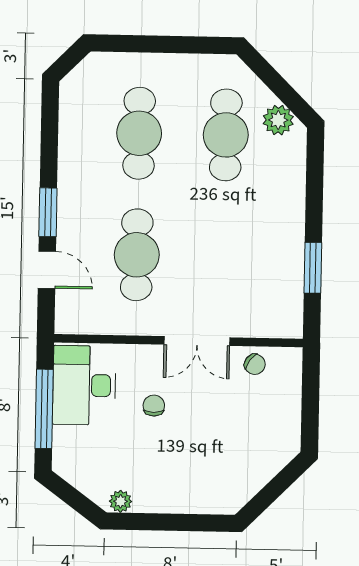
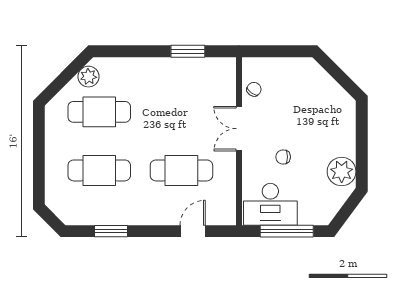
window: (48, 212) -> (111, 231), moved
double door: (197, 341) -> (239, 129), swing flipped
plant: (121, 501) -> (342, 172), width x1.88, depth x1.88

